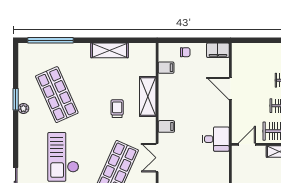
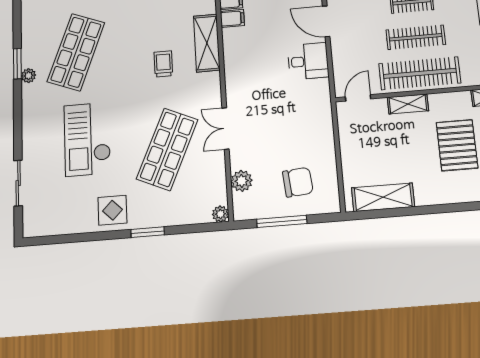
shop shelf: (57, 95) -> (76, 52), turned 45
filing cabinet: (166, 126) -> (232, 18), moved
desk: (216, 139) -> (308, 61), moved

